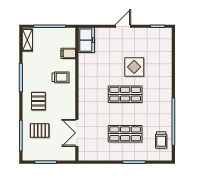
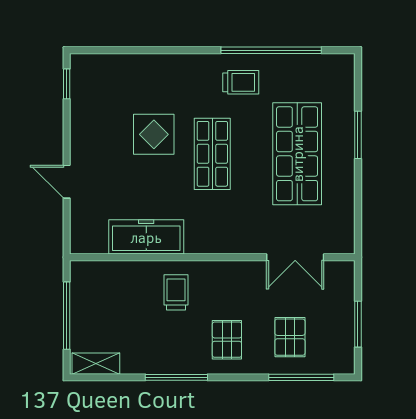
door: (123, 26) -> (67, 182), moved
freezer: (86, 40) -> (146, 237), moved, width x1.40
filing cabinet: (68, 53) -> (125, 276), removed
pallet: (38, 101) -> (227, 340), turned 90
shop shelf: (125, 134) -> (297, 154), width x1.43, depth x1.36
trolley: (161, 140) -> (241, 82), moved

